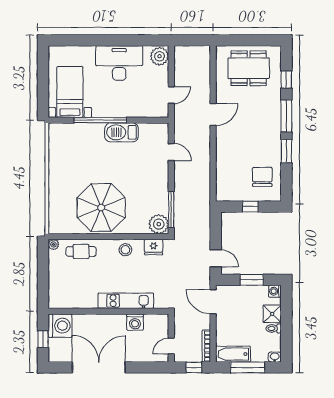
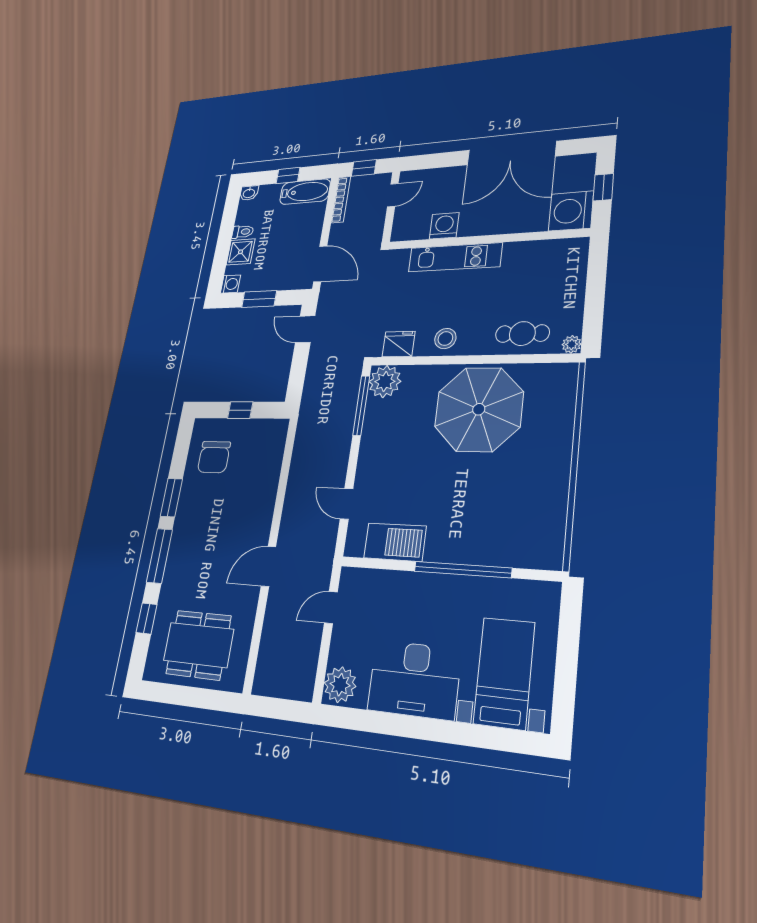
bed with nightstands: (70, 92) -> (504, 673), moved, turned 180
barbecue: (122, 132) -> (395, 542), moved
window: (248, 367) -> (288, 175), width x0.46

